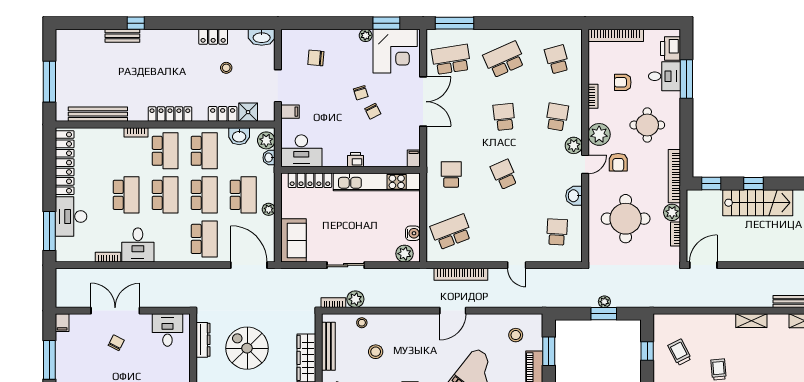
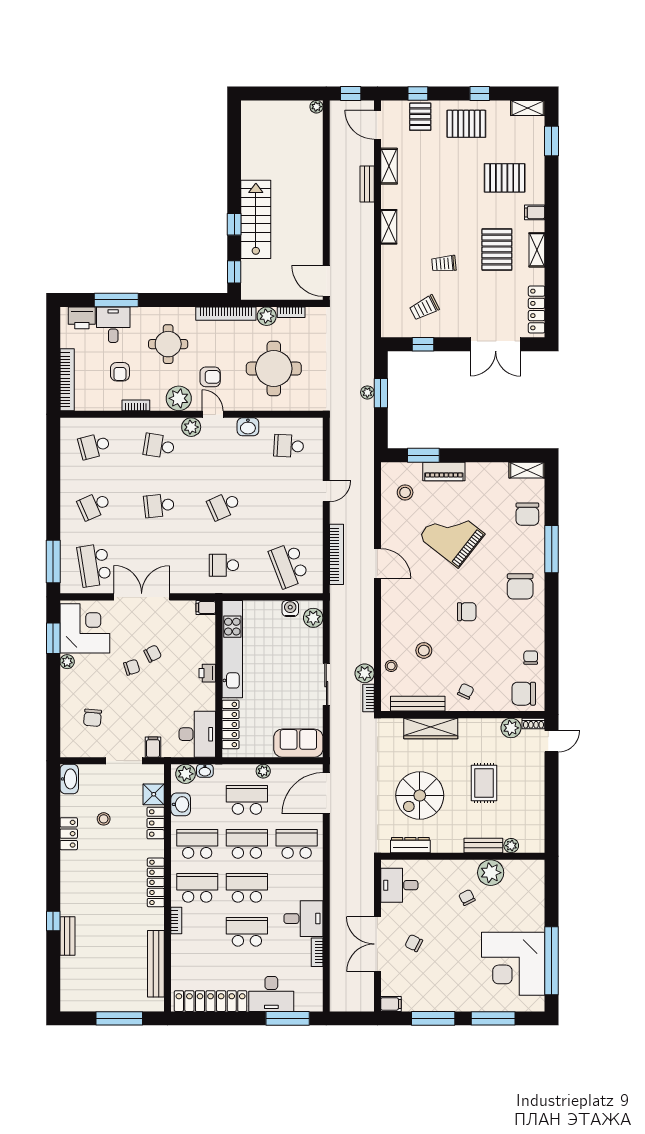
school desk: (504, 59) -> (94, 506), width x0.54

